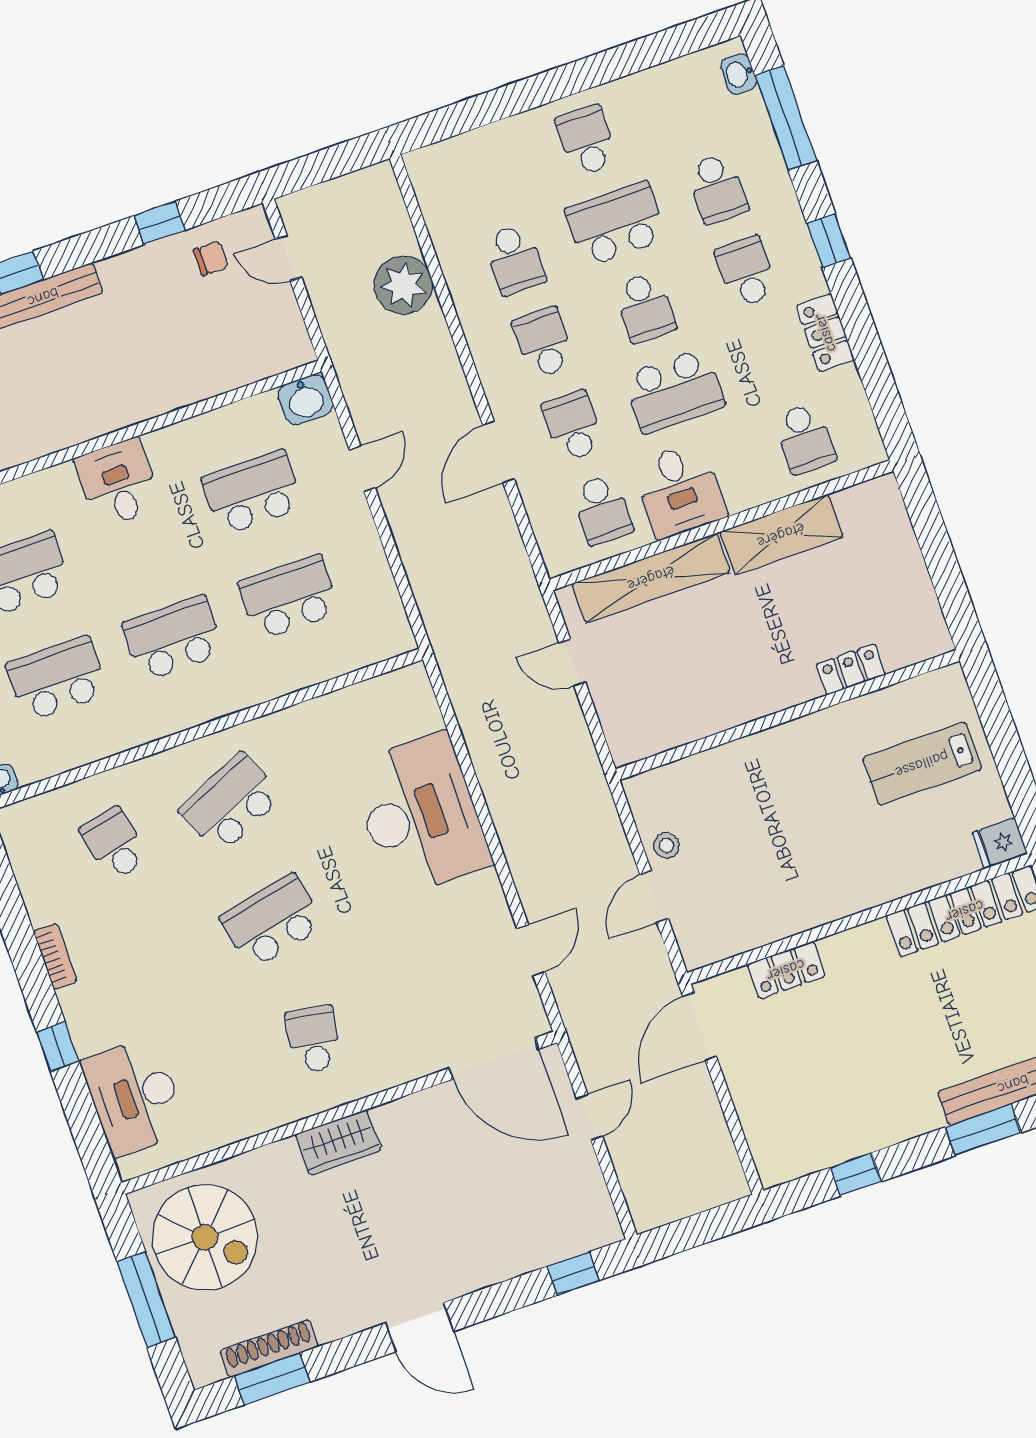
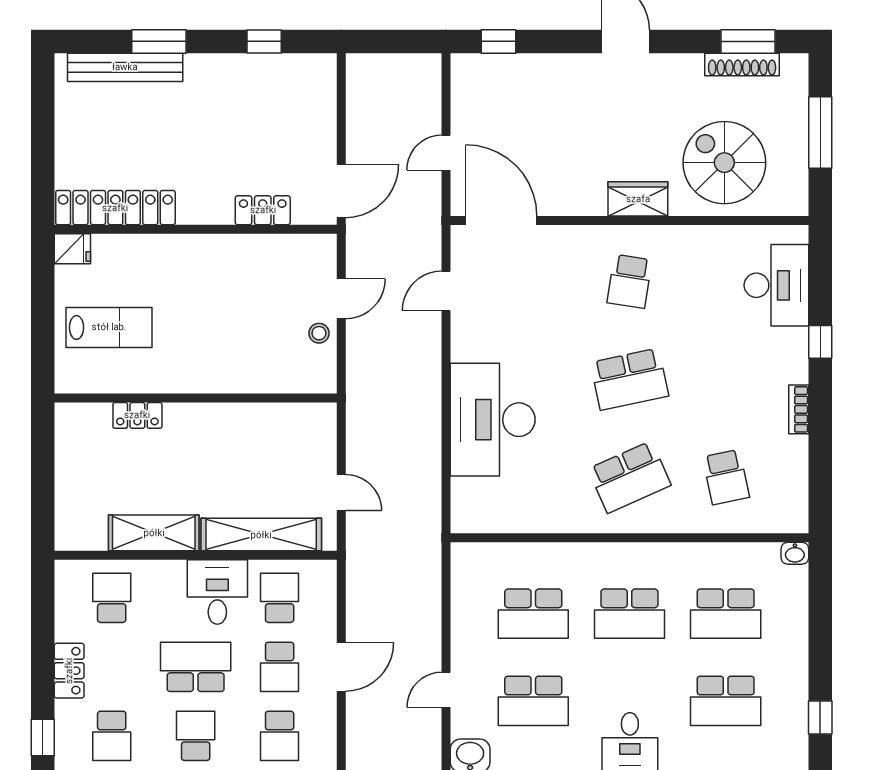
spiral stairs: (205, 1237) -> (724, 163), moved

